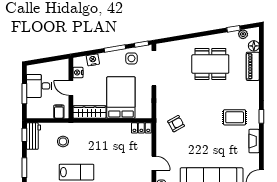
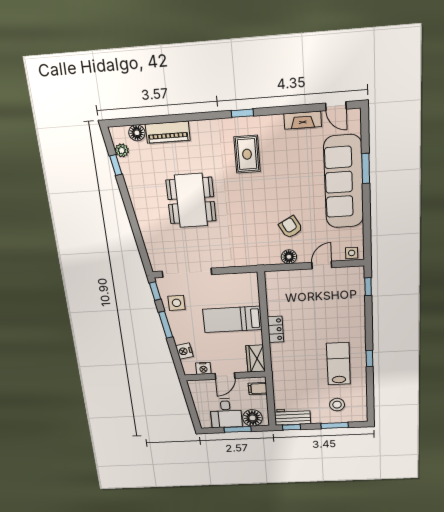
dining table: (210, 64) -> (191, 201), moved
bed: (121, 97) -> (232, 319), width x0.67
floor lamp: (34, 106) -> (253, 418), added
wardrobe: (89, 112) -> (256, 359), width x0.67
armchair: (176, 124) -> (291, 227), moved
locker: (141, 128) -> (275, 329), moved
stool: (63, 141) -> (337, 405), moved
floor lamp: (161, 141) -> (289, 257), added
fireplace: (254, 141) -> (303, 120), moved

